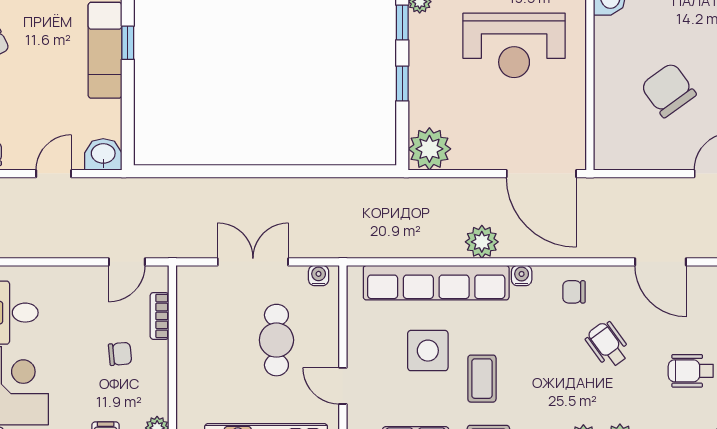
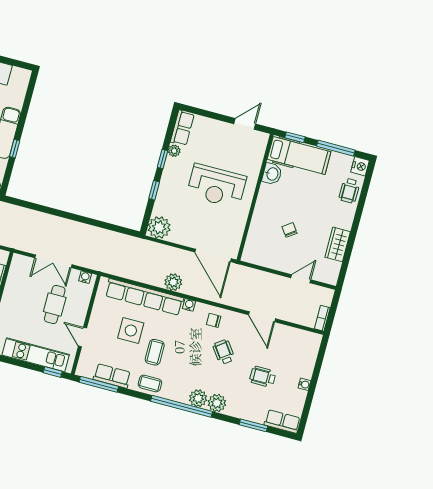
window: (128, 43) -> (15, 149), moved
chair: (668, 90) -> (289, 230), width x0.54, depth x0.54
double door: (253, 262) -> (53, 261), swing flipped

